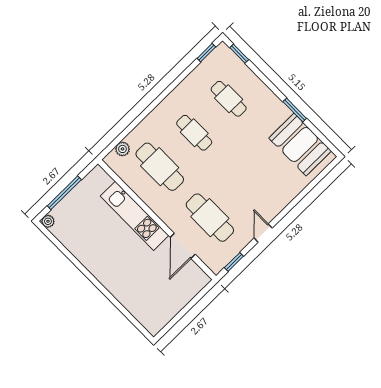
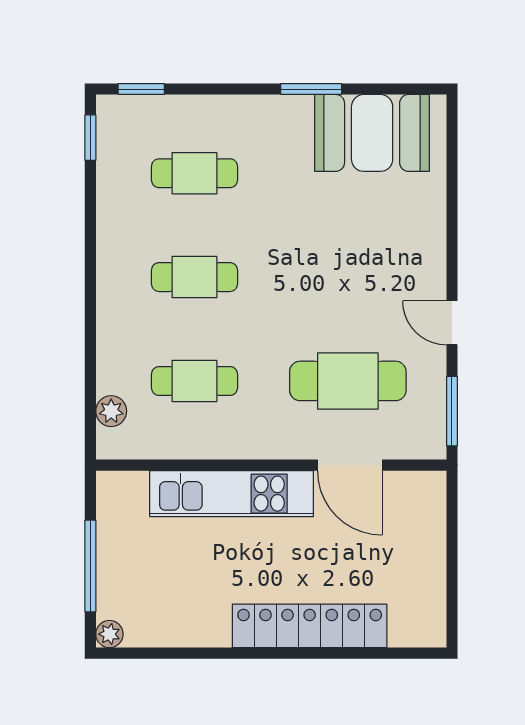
cafe table: (160, 167) -> (194, 381), width x0.73, depth x0.74
window: (234, 262) -> (452, 411), width x1.50
locker: (116, 285) -> (310, 626), added

